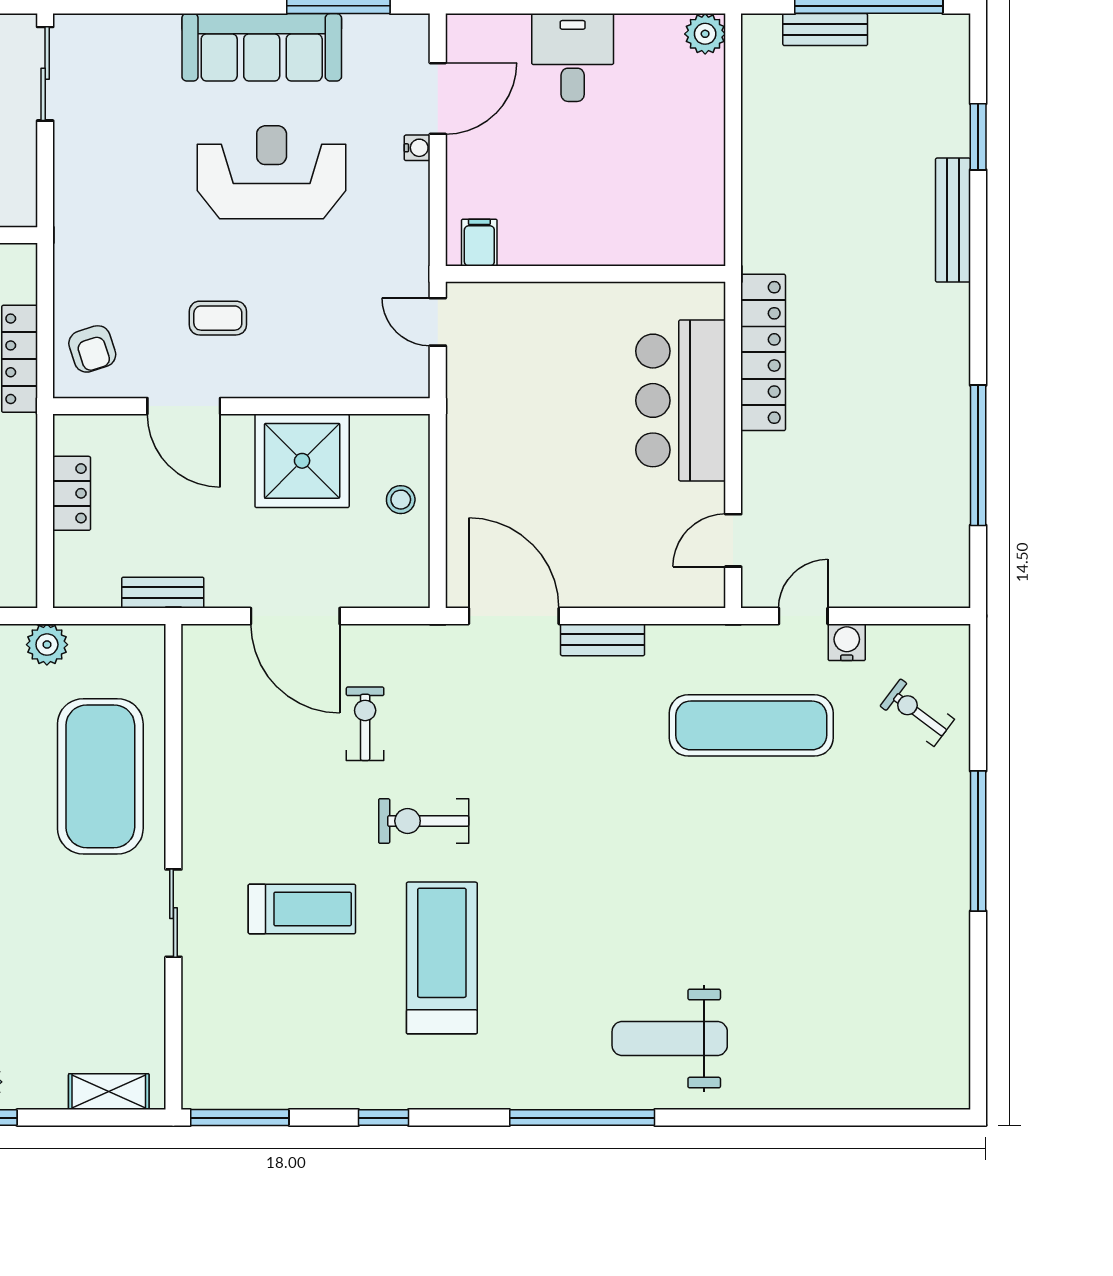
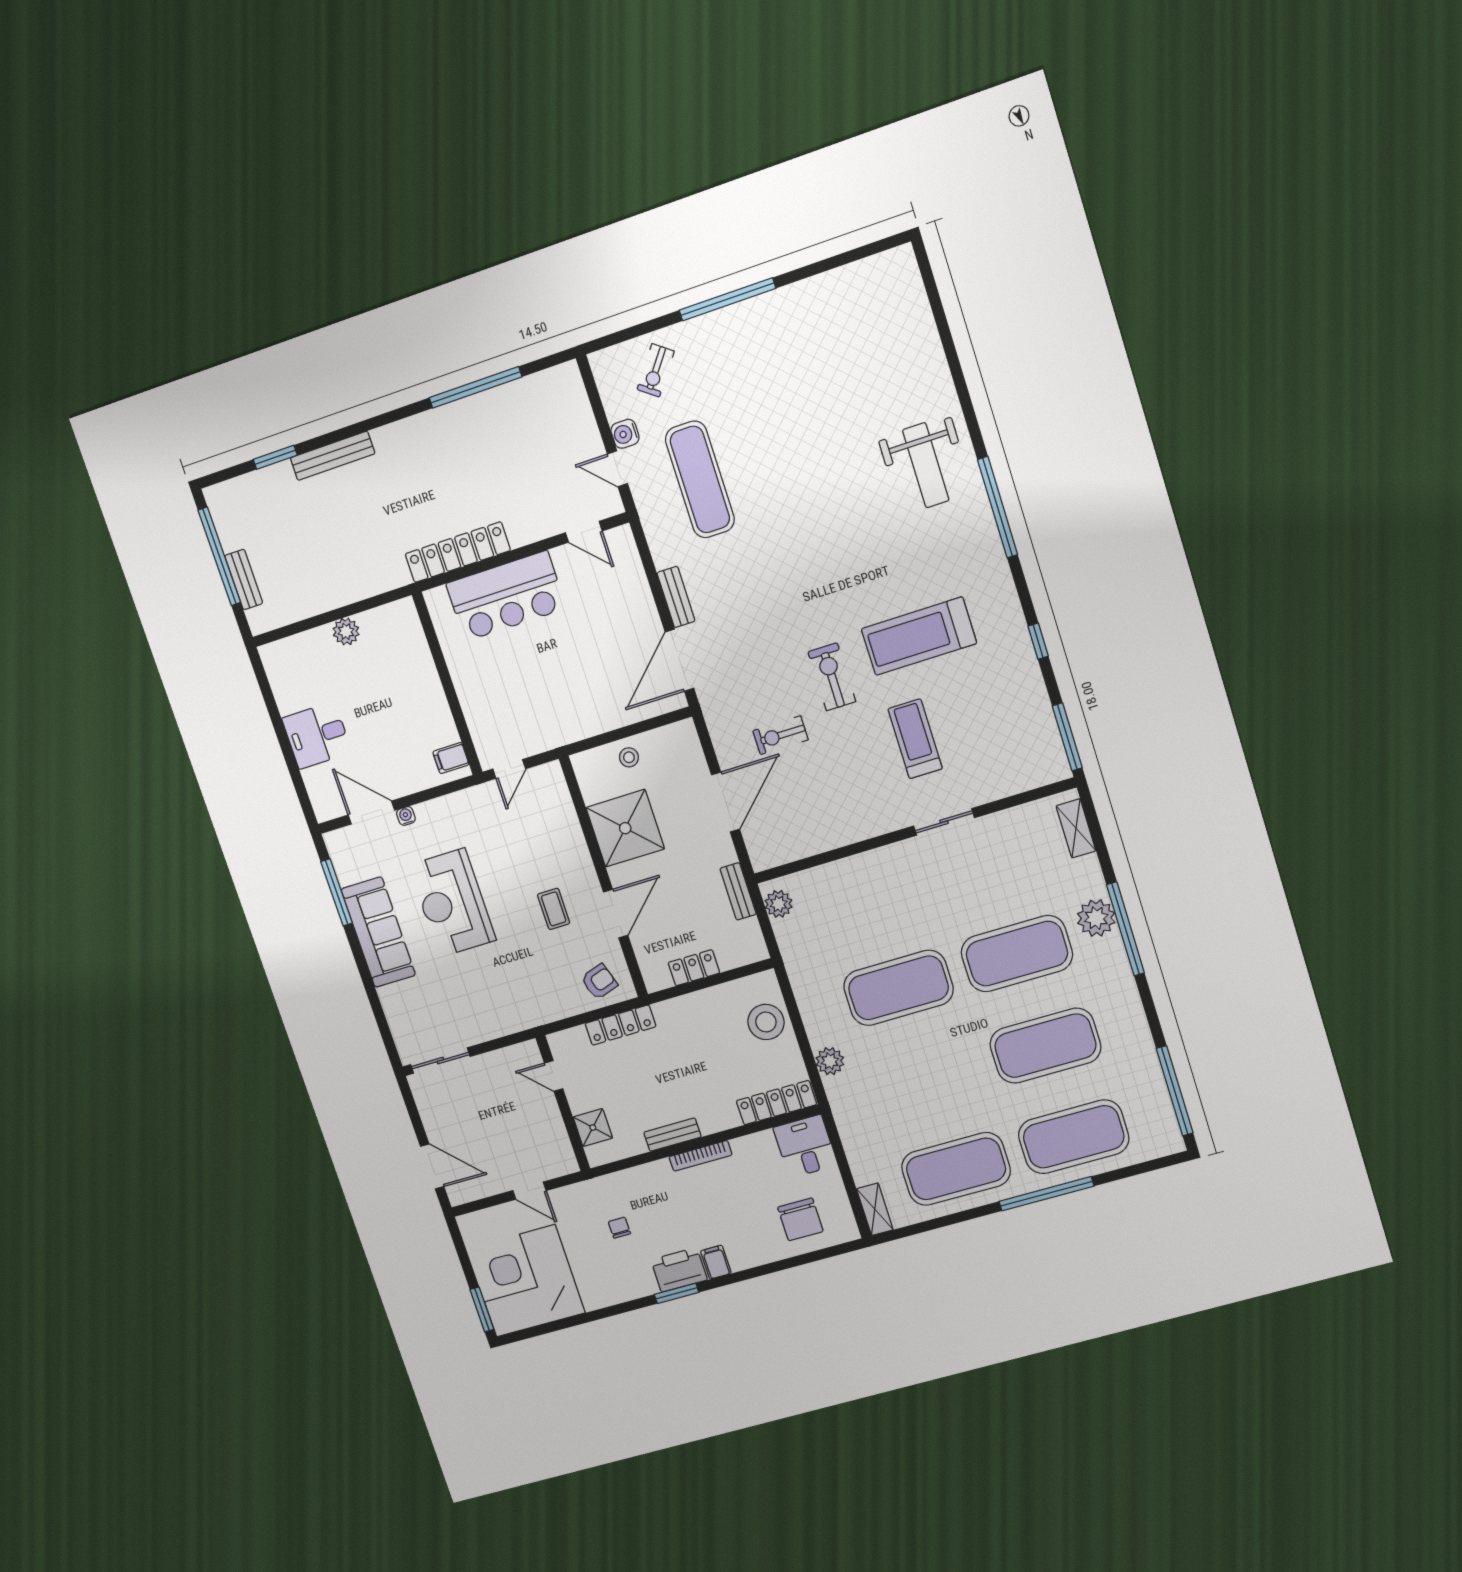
plant: (705, 34) -> (346, 631), moved
plant: (47, 645) -> (779, 904), moved
exercise mat: (100, 776) -> (869, 896), removed
exercise bike: (424, 821) -> (832, 677), turned 180

